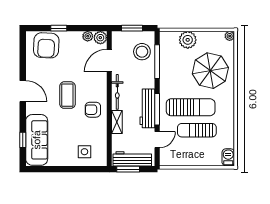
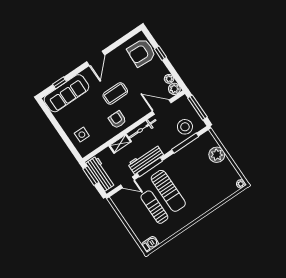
window: (132, 28) -> (197, 108), width x1.44
parasol: (210, 71) -> (205, 187), removed

